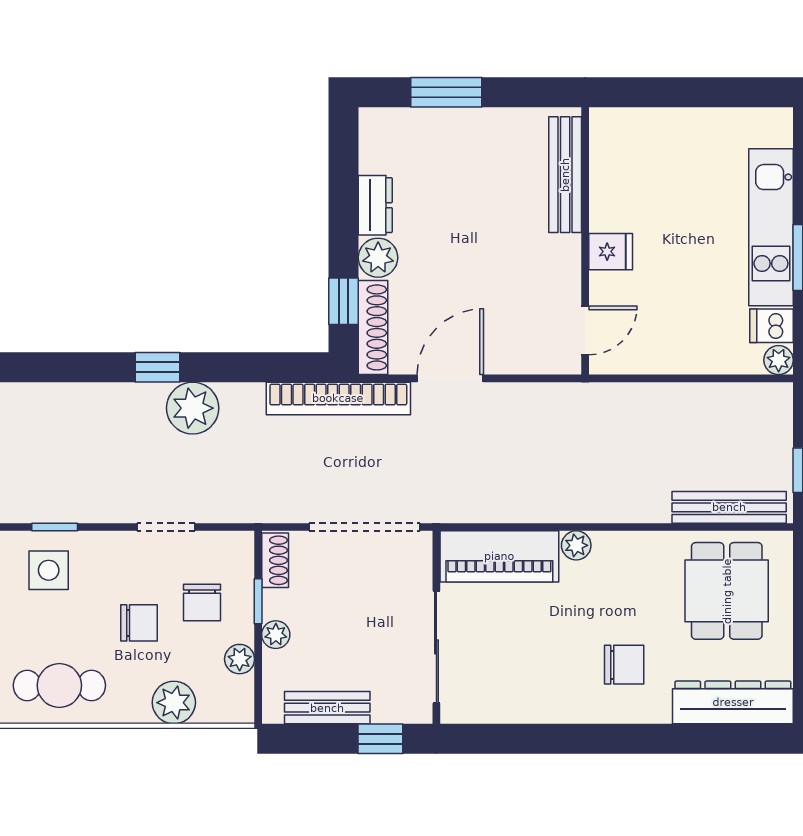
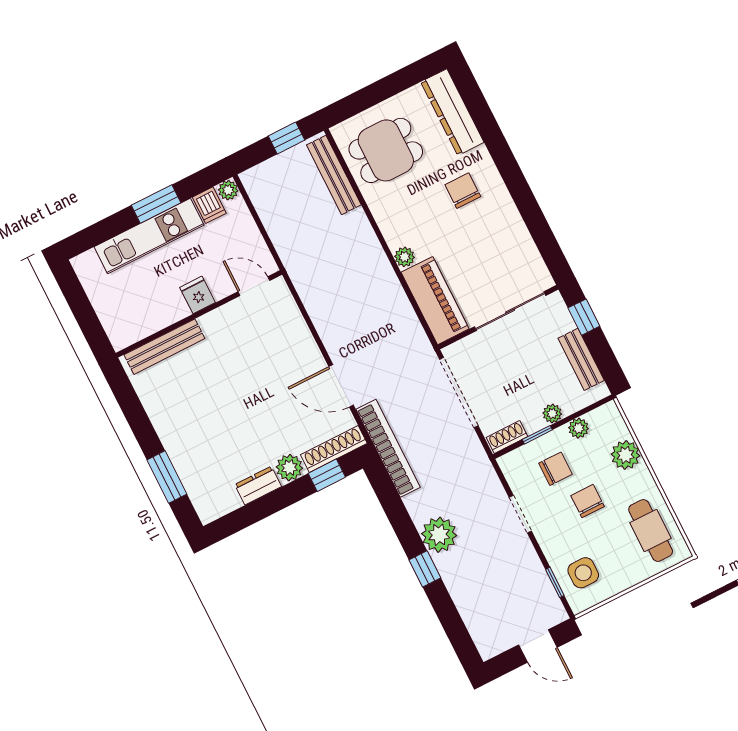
bench: (565, 175) -> (164, 347), moved
wall: (585, 241) -> (199, 314), moved
fridge: (611, 252) -> (197, 295), moved
door: (585, 330) -> (254, 286), moved

